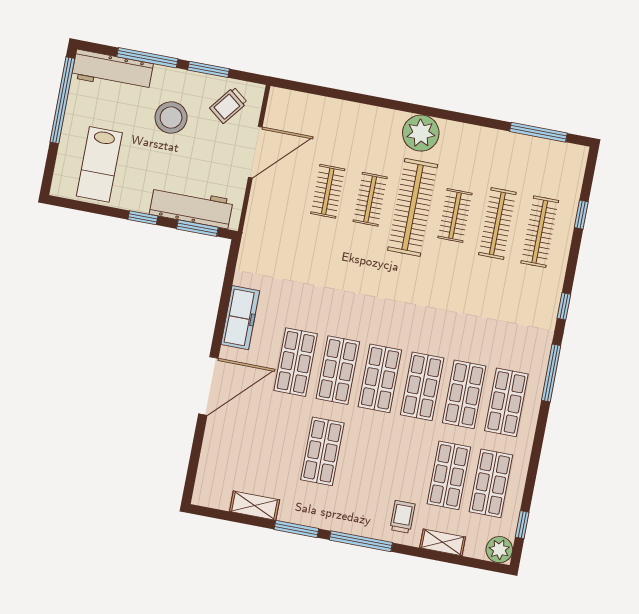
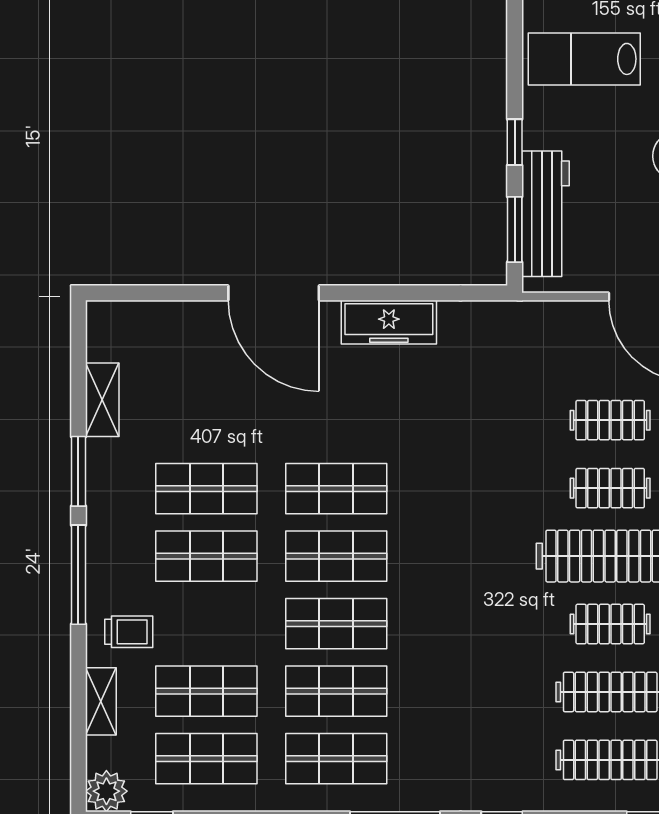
shop shelf: (296, 362) -> (206, 556), moved

